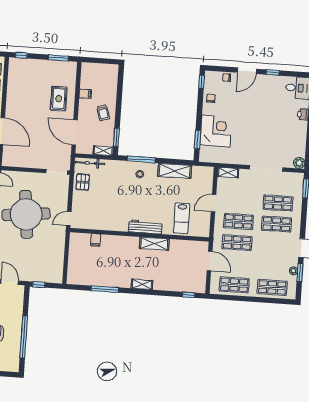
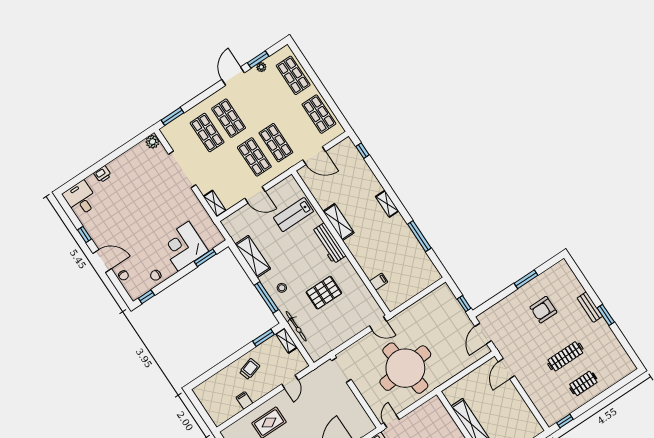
door: (75, 132) -> (290, 382), width x0.53
bicycle: (90, 163) -> (296, 326), moved
pallet: (83, 182) -> (324, 293), moved, width x1.50, depth x1.42
lab bench: (182, 218) -> (294, 215), turned 180
door: (210, 261) -> (314, 156), swing flipped
window: (24, 337) -> (526, 279), width x0.47

